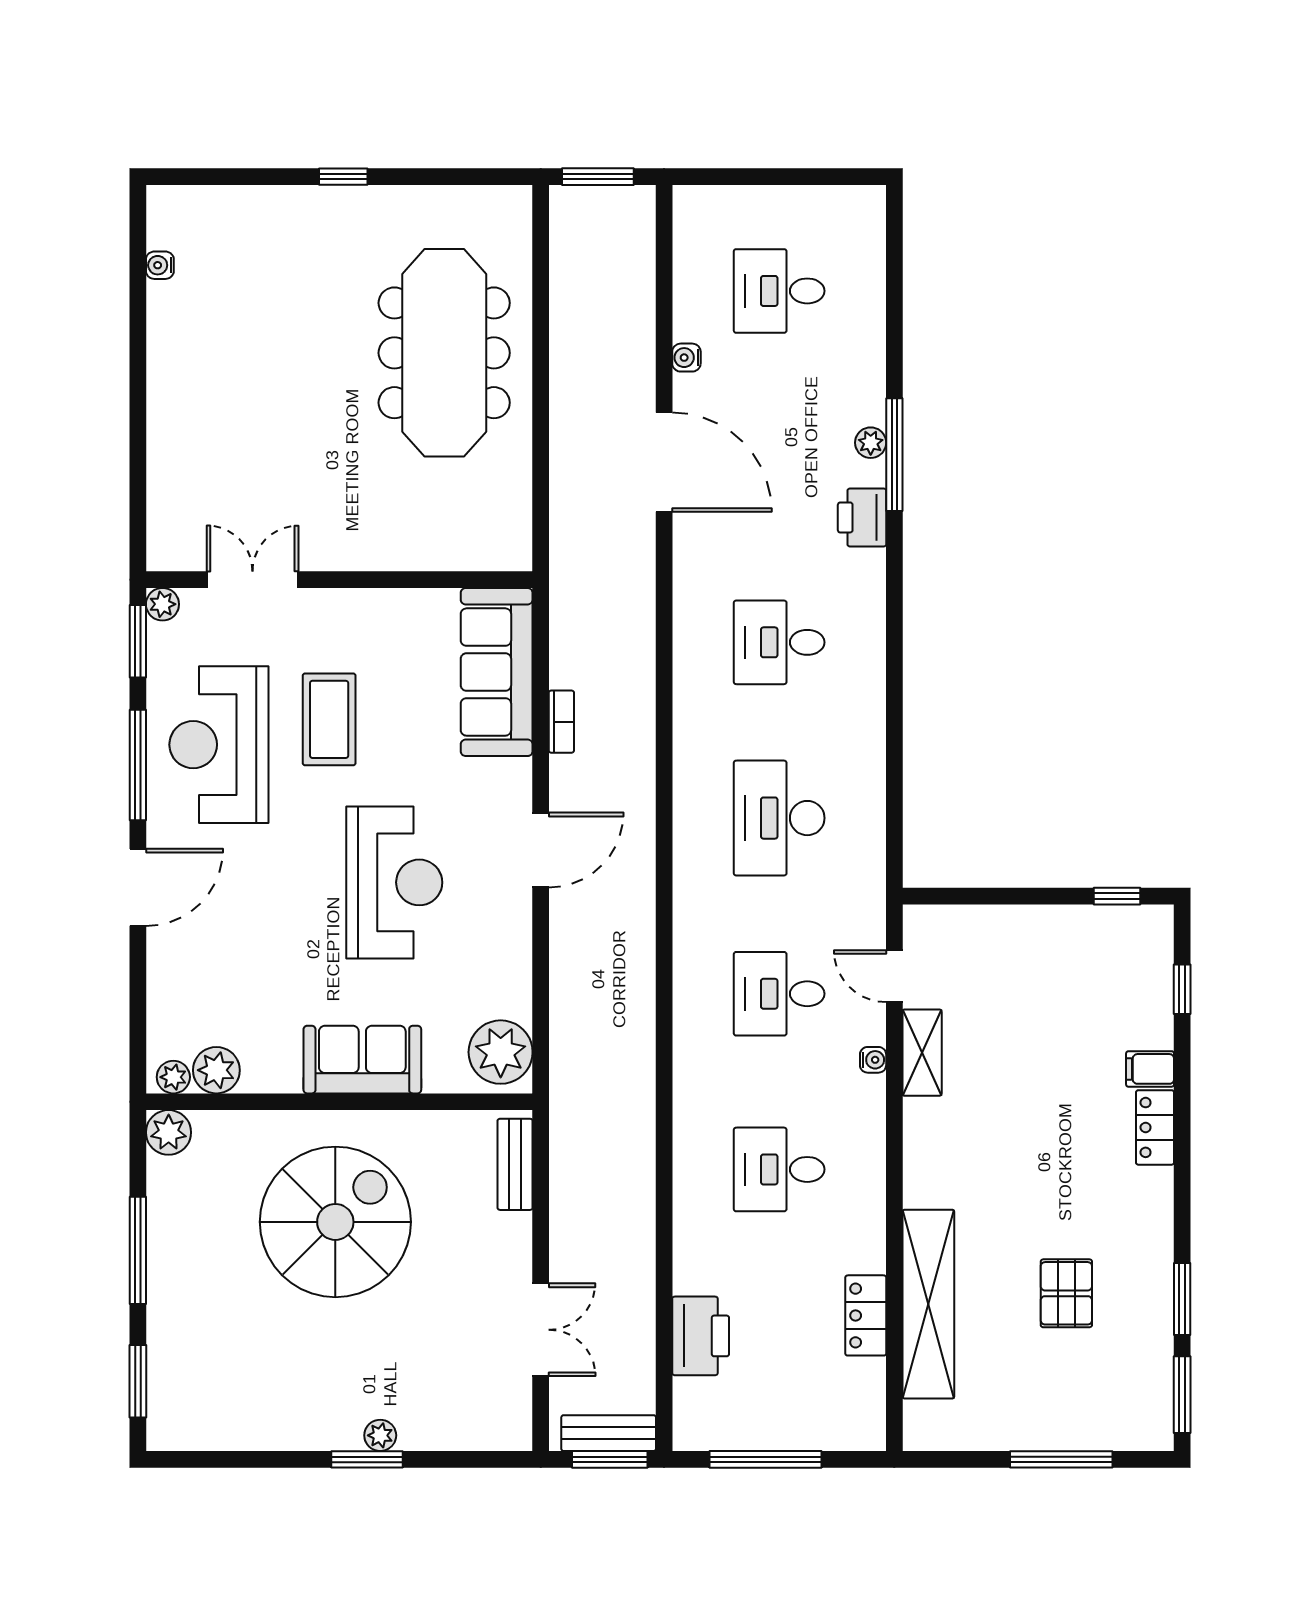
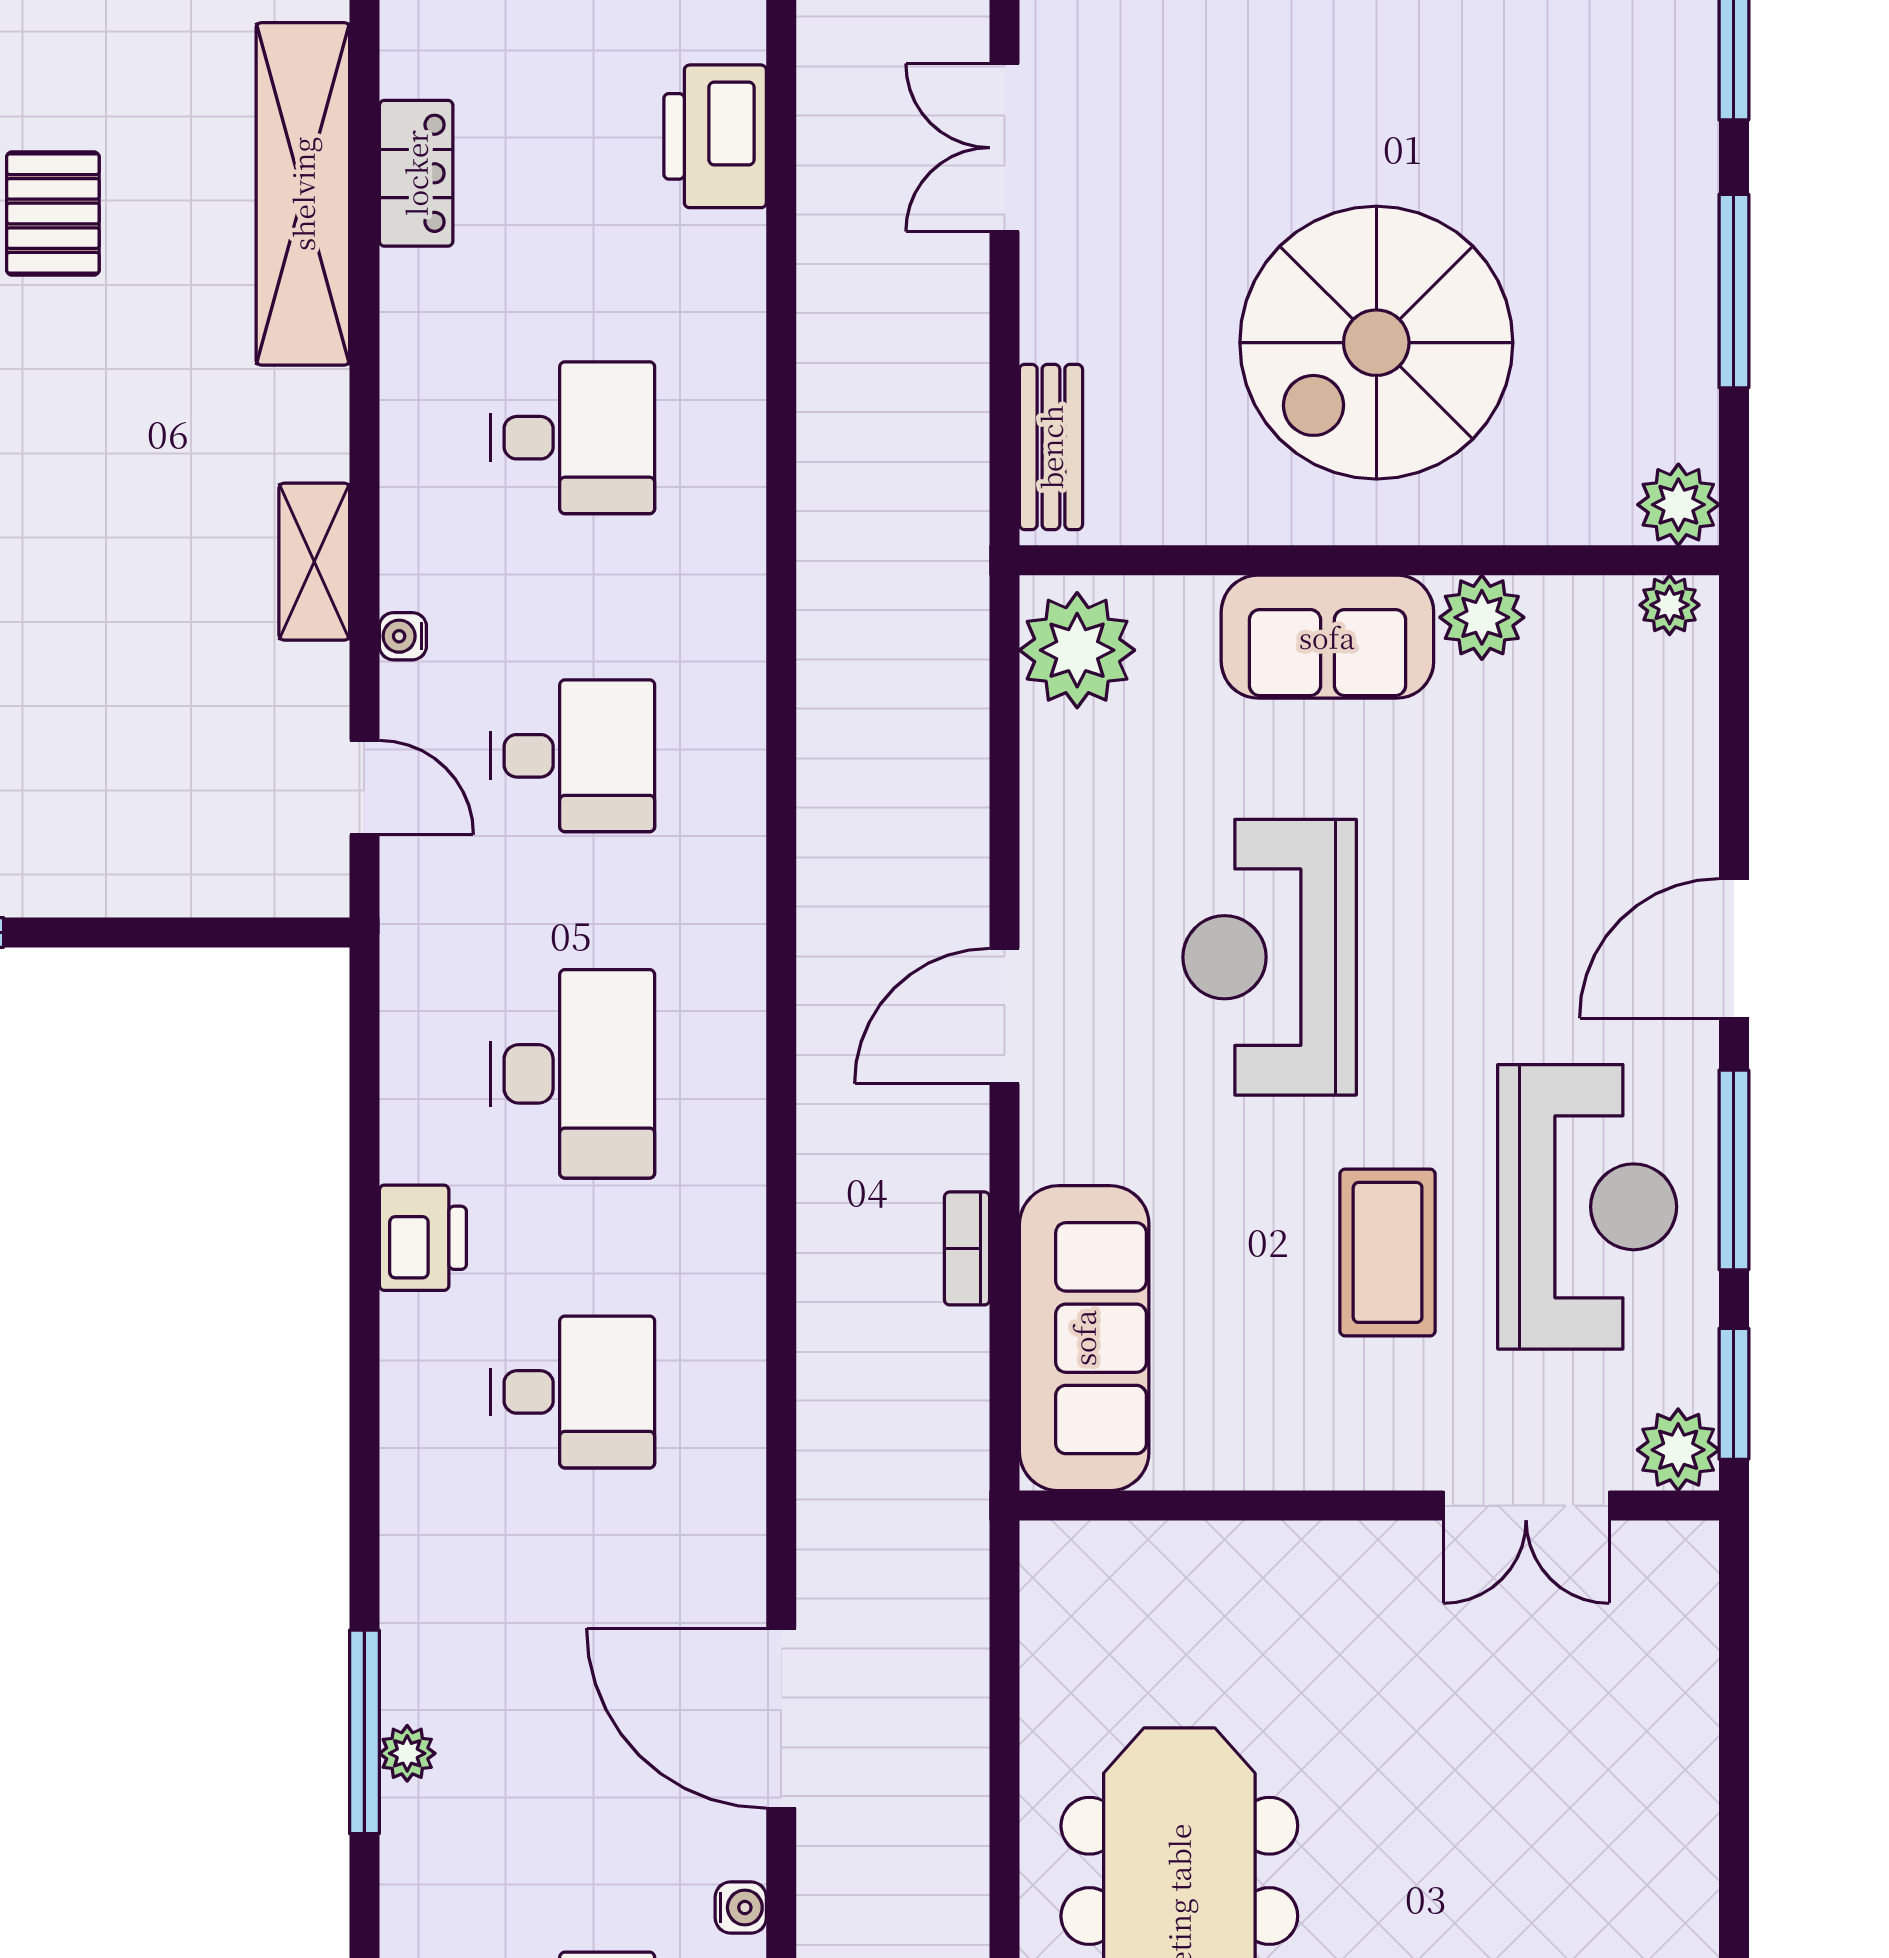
printer: (862, 517) -> (423, 1238), moved
plant: (162, 604) -> (1678, 1450), width x1.38, depth x1.38
shelving: (922, 1053) -> (314, 562), moved
plant: (216, 1070) -> (1482, 617), moved

